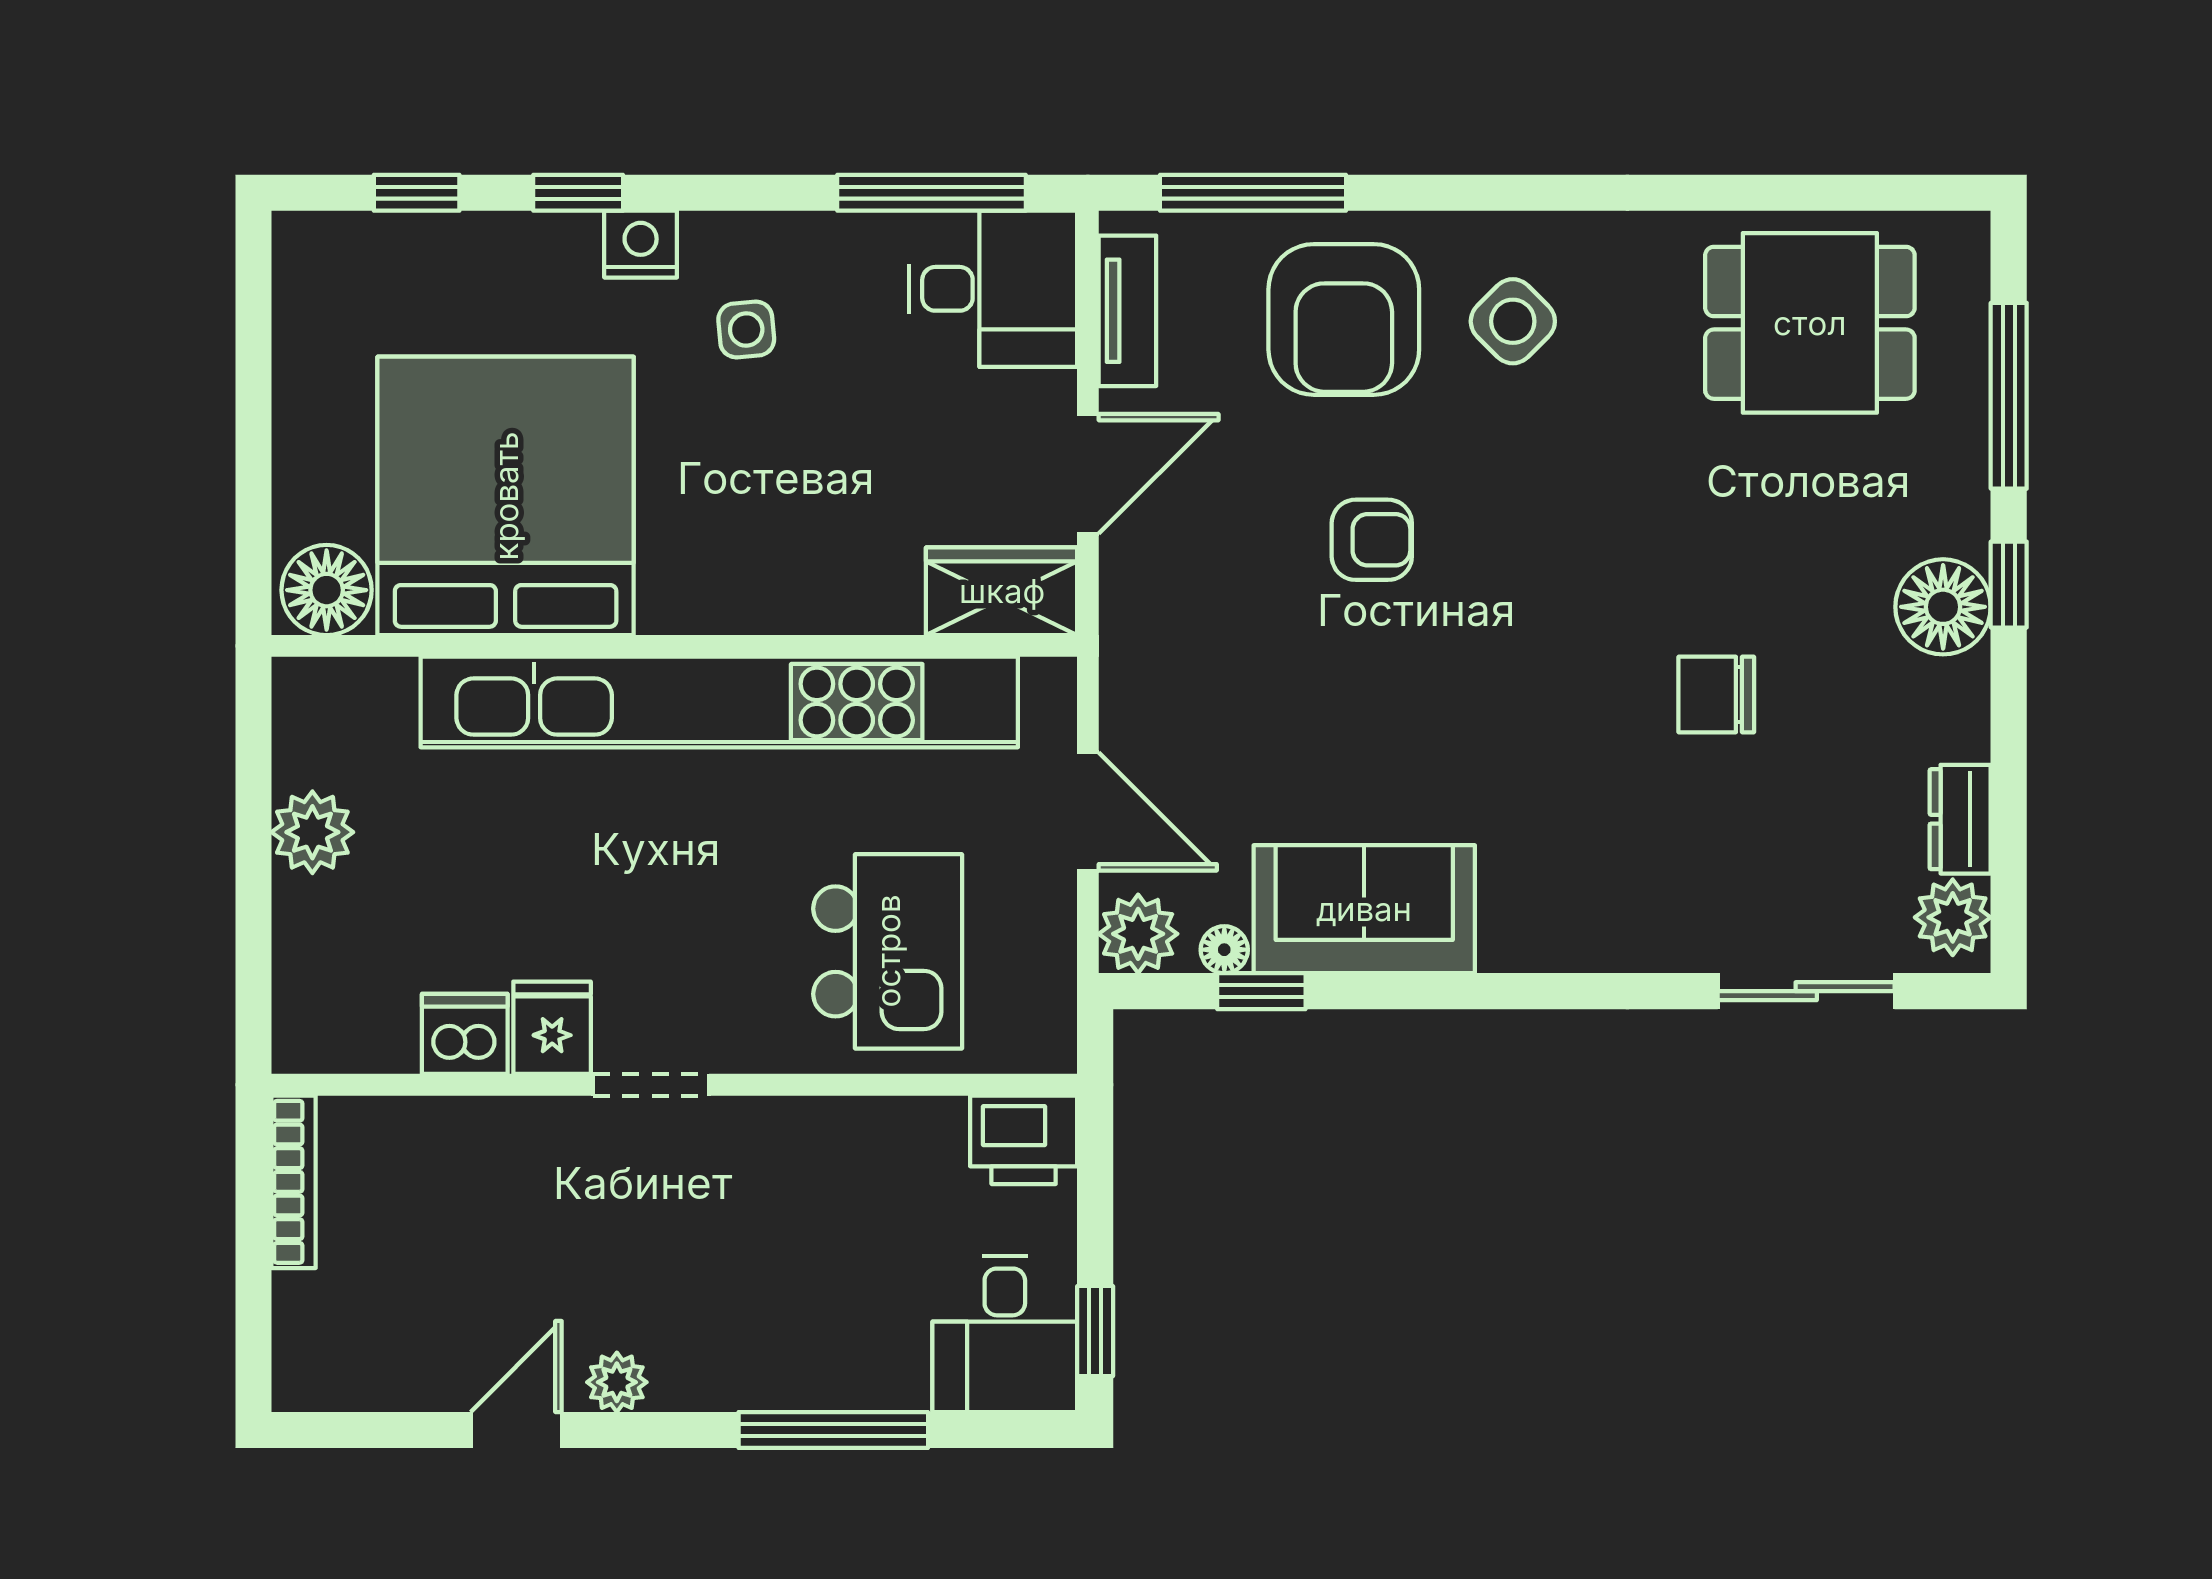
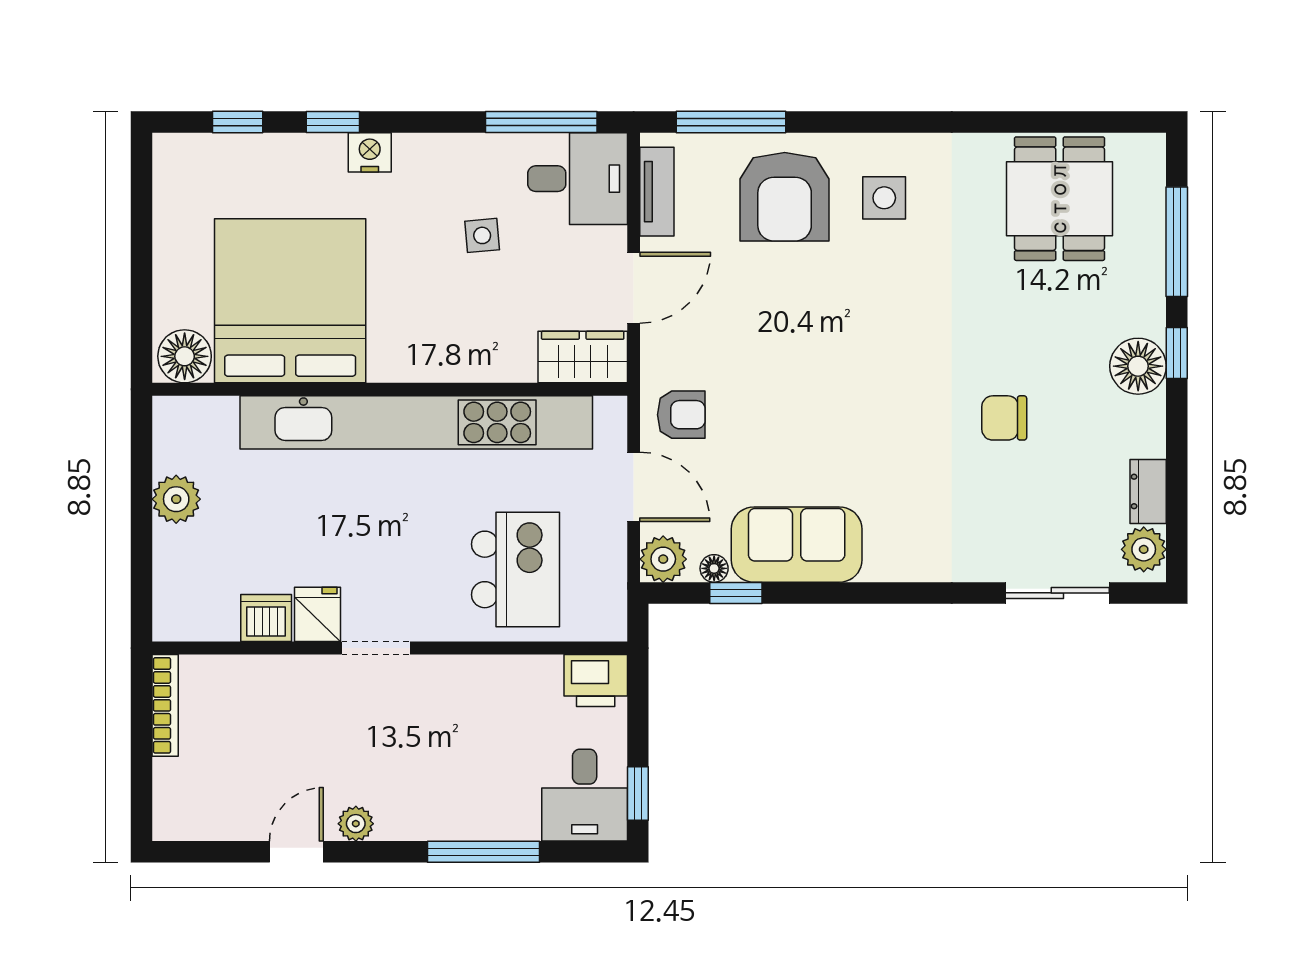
side table: (1513, 321) -> (884, 198), turned 45
dining table: (1810, 323) -> (1059, 199), turned 90
side table: (746, 329) -> (482, 235), moved
armchair: (1372, 540) -> (681, 415), moved

